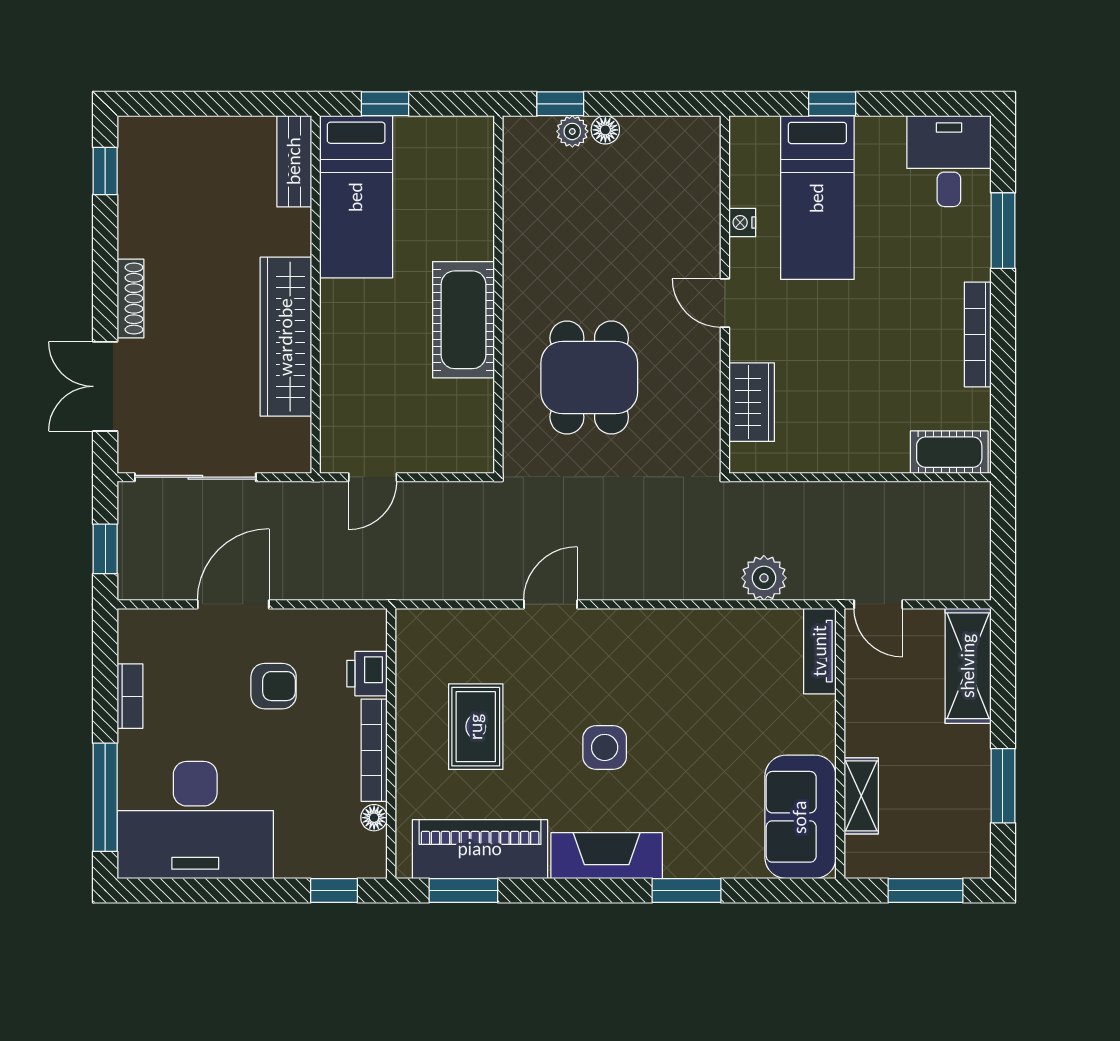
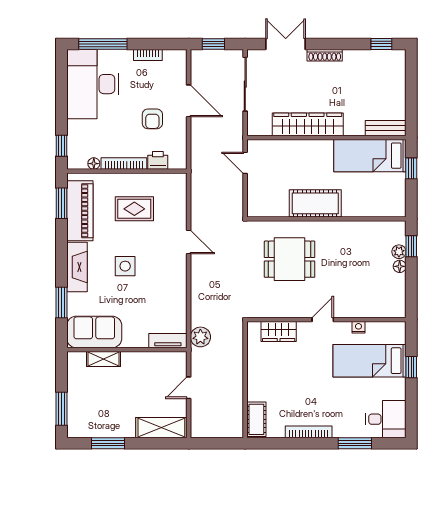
tv unit: (820, 651) -> (168, 341), moved
wall: (840, 743) -> (127, 350), moved
shelving: (861, 796) -> (104, 359), moved
sofa: (800, 817) -> (94, 332), moved

